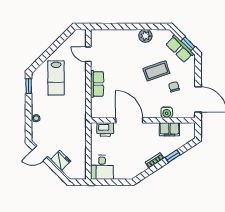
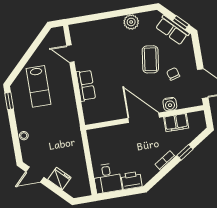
coffee table: (156, 71) -> (150, 59), turned -63
door: (129, 120) -> (144, 118), moved
printer: (105, 129) -> (131, 180), moved, turned 180

